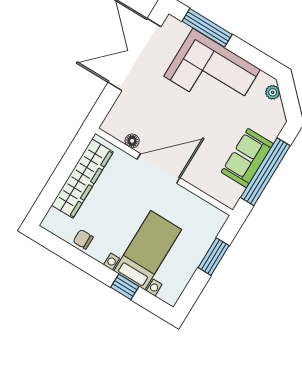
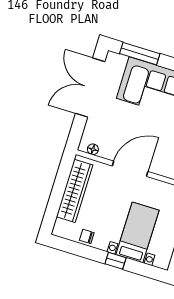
floor lamp: (132, 141) -> (93, 149), moved
window: (125, 287) -> (115, 261), moved

